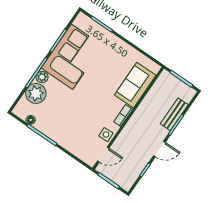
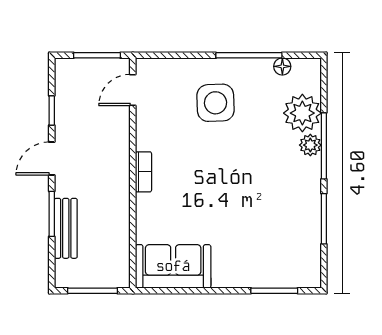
corner sofa: (72, 57) -> (285, 208), removed
sofa: (135, 85) -> (173, 266), moved, turned -90
side table: (106, 135) -> (215, 103), moved, width x1.87, depth x1.87

